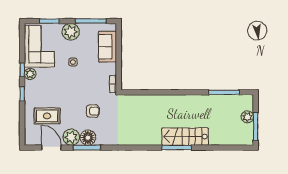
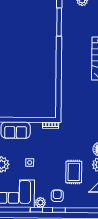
armchair: (93, 111) -> (57, 196), moved
rug: (47, 116) -> (74, 172), moved

